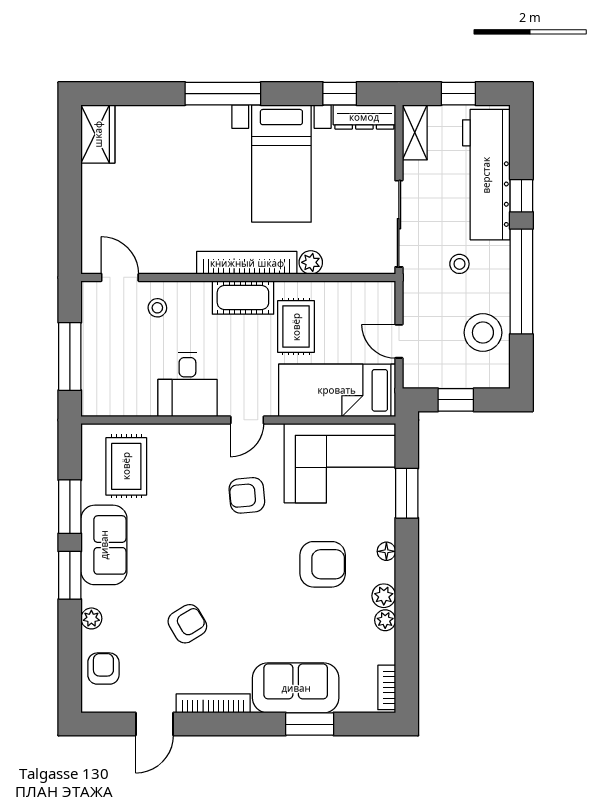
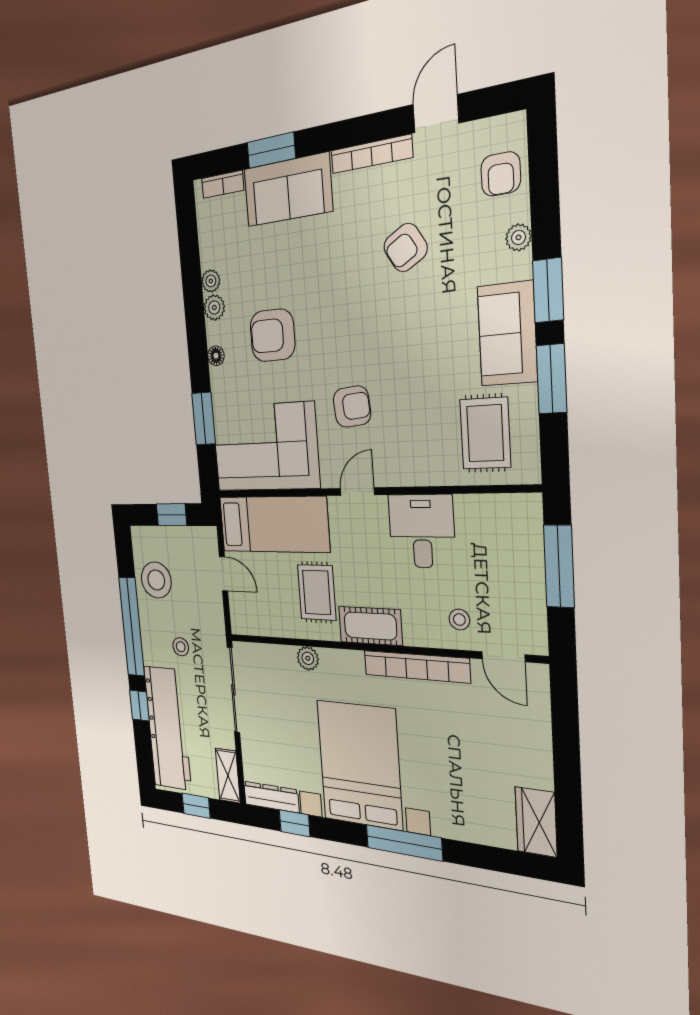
bed with nightstands: (281, 163) -> (360, 765), width x1.36
bookcase: (247, 263) -> (416, 667), moved
bookcase: (387, 687) -> (223, 184), moved, turned 90

